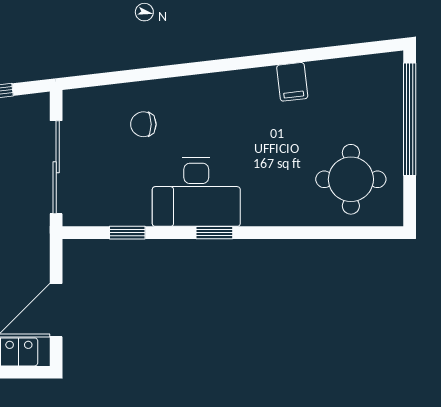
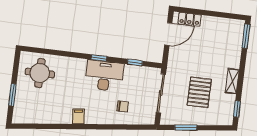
filing cabinet: (292, 82) -> (79, 116), moved
window: (410, 119) -> (12, 95), width x0.47

